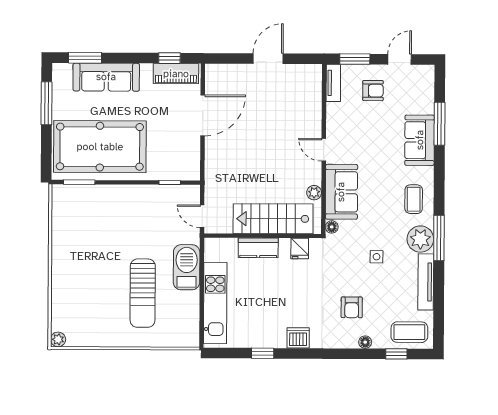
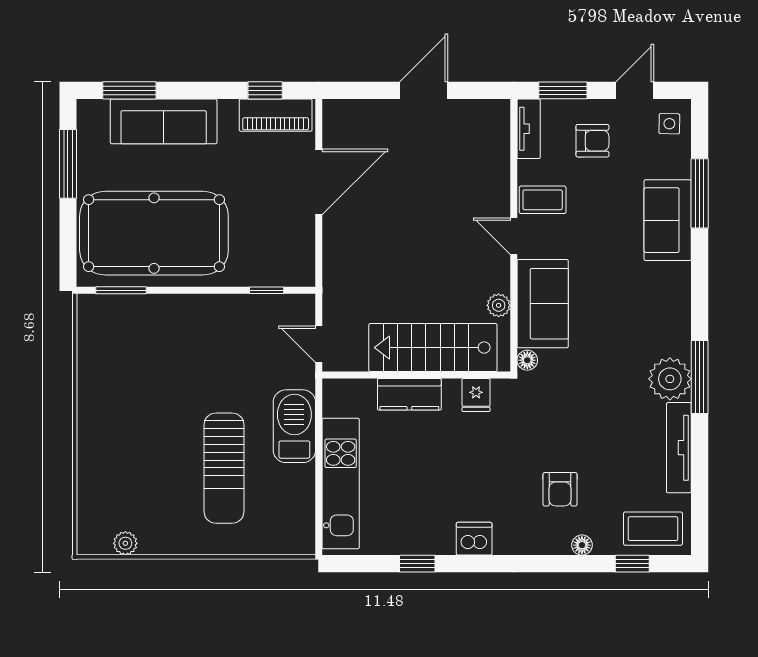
coffee table: (414, 199) -> (543, 200), moved, turned 90
side table: (377, 257) -> (669, 124), moved
plant: (58, 339) -> (125, 543), moved

